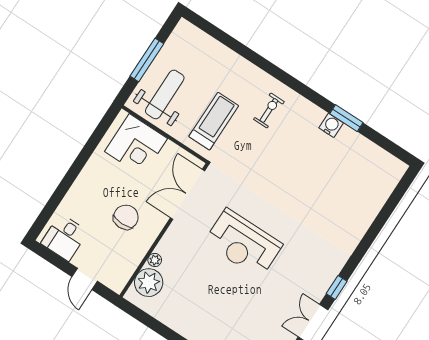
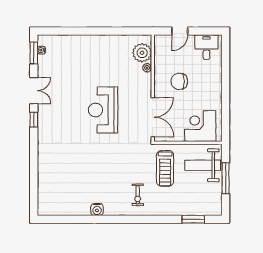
weight bench: (165, 94) -> (203, 165), turned 90
window: (346, 118) -> (193, 219), moved
chair: (126, 217) -> (179, 81), turned 90
reception desk: (243, 243) -> (103, 110), turned -90
door: (85, 279) -> (180, 31), swing flipped

